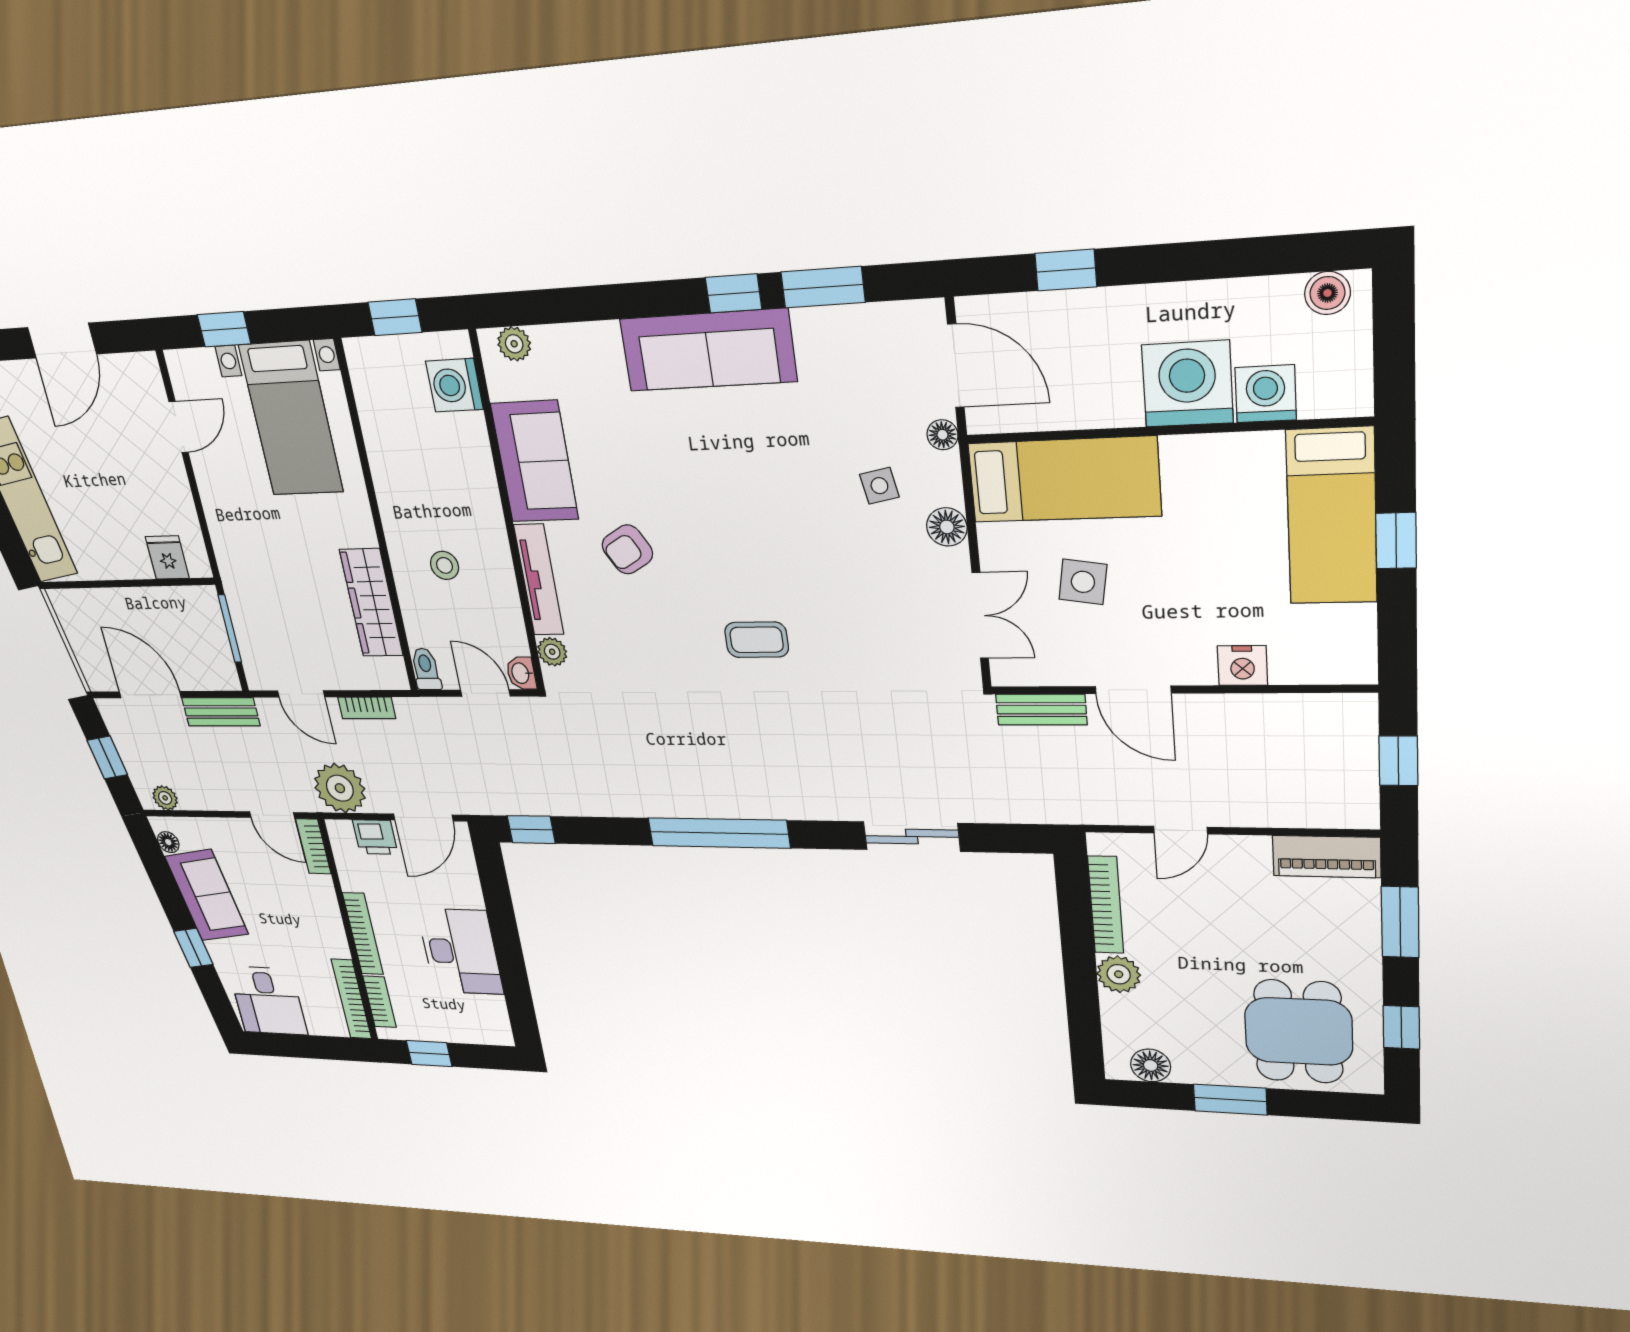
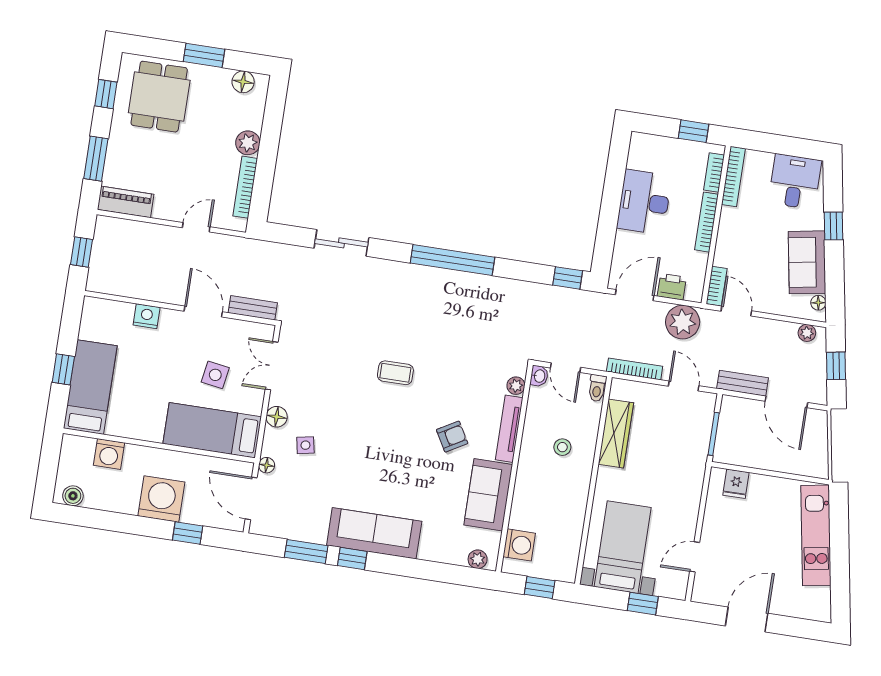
washing machine: (1187, 384) -> (161, 499), moved, turned 180
bookcase: (367, 708) -> (635, 369), width x1.56

